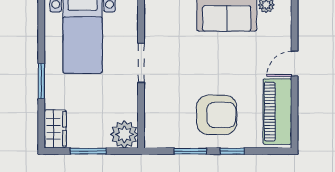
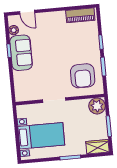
door: (295, 64) -> (27, 12), moved
piano: (277, 112) -> (80, 15), width x0.73, depth x0.75
armchair: (217, 115) -> (83, 76), moved, turned 180

